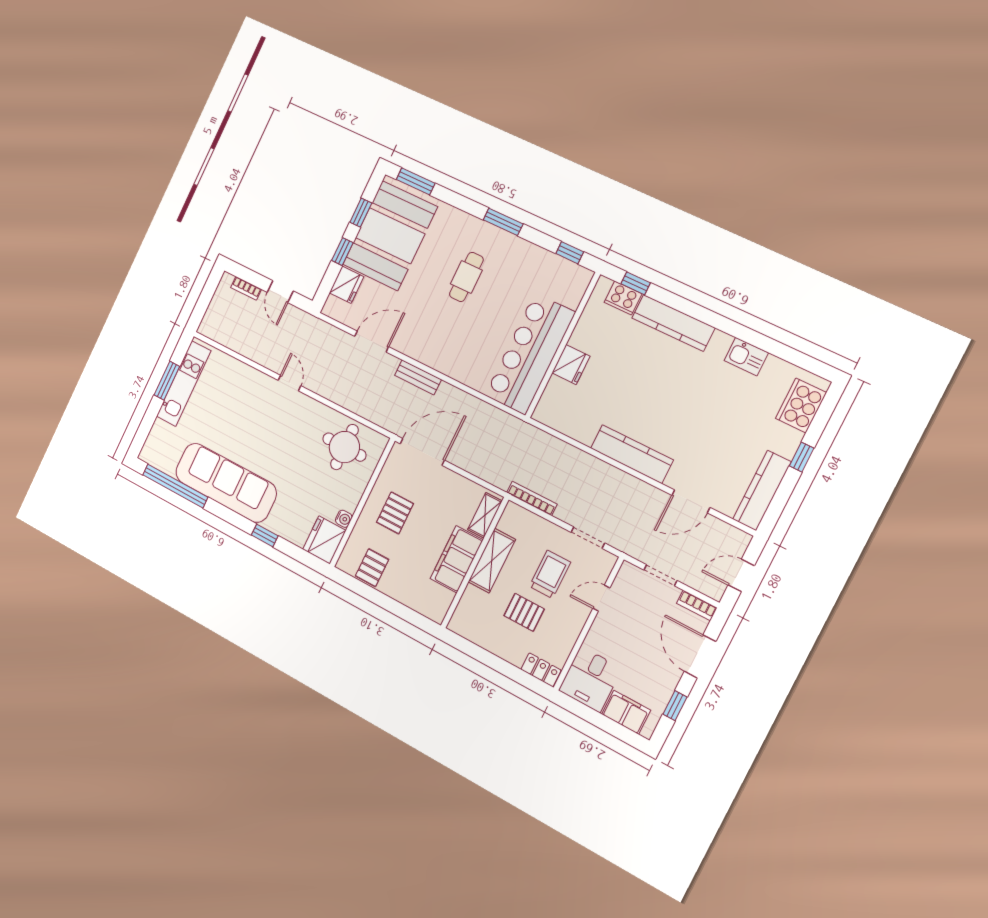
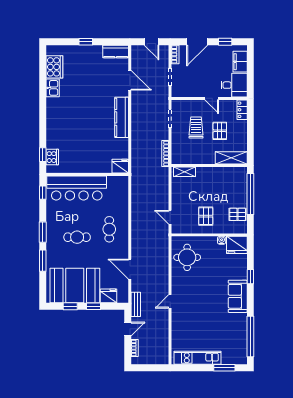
window: (416, 181) -> (43, 261), moved
kitchen counter: (673, 323) -> (53, 128), removed
cafe table: (453, 338) -> (109, 229), added
bar counter: (530, 354) -> (77, 188), moved
fridge: (571, 365) -> (120, 166), moved
bench: (418, 377) -> (136, 304), moved
window: (167, 381) -> (224, 368), moved
cooker: (801, 406) -> (54, 67), moved, turned -90
door: (422, 452) -> (170, 217), width x0.53
sofa: (226, 483) -> (238, 296), width x0.54, depth x0.79
kitchen counter: (762, 491) -> (116, 51), width x0.67
pallet: (395, 513) -> (206, 216), turned 90
filing cabinet: (457, 559) -> (212, 175), removed
shelving: (492, 561) -> (231, 158), moved
trolley: (550, 574) -> (196, 128), turned 90
door: (601, 598) -> (212, 98), moved
window: (394, 607) -> (250, 194), added

